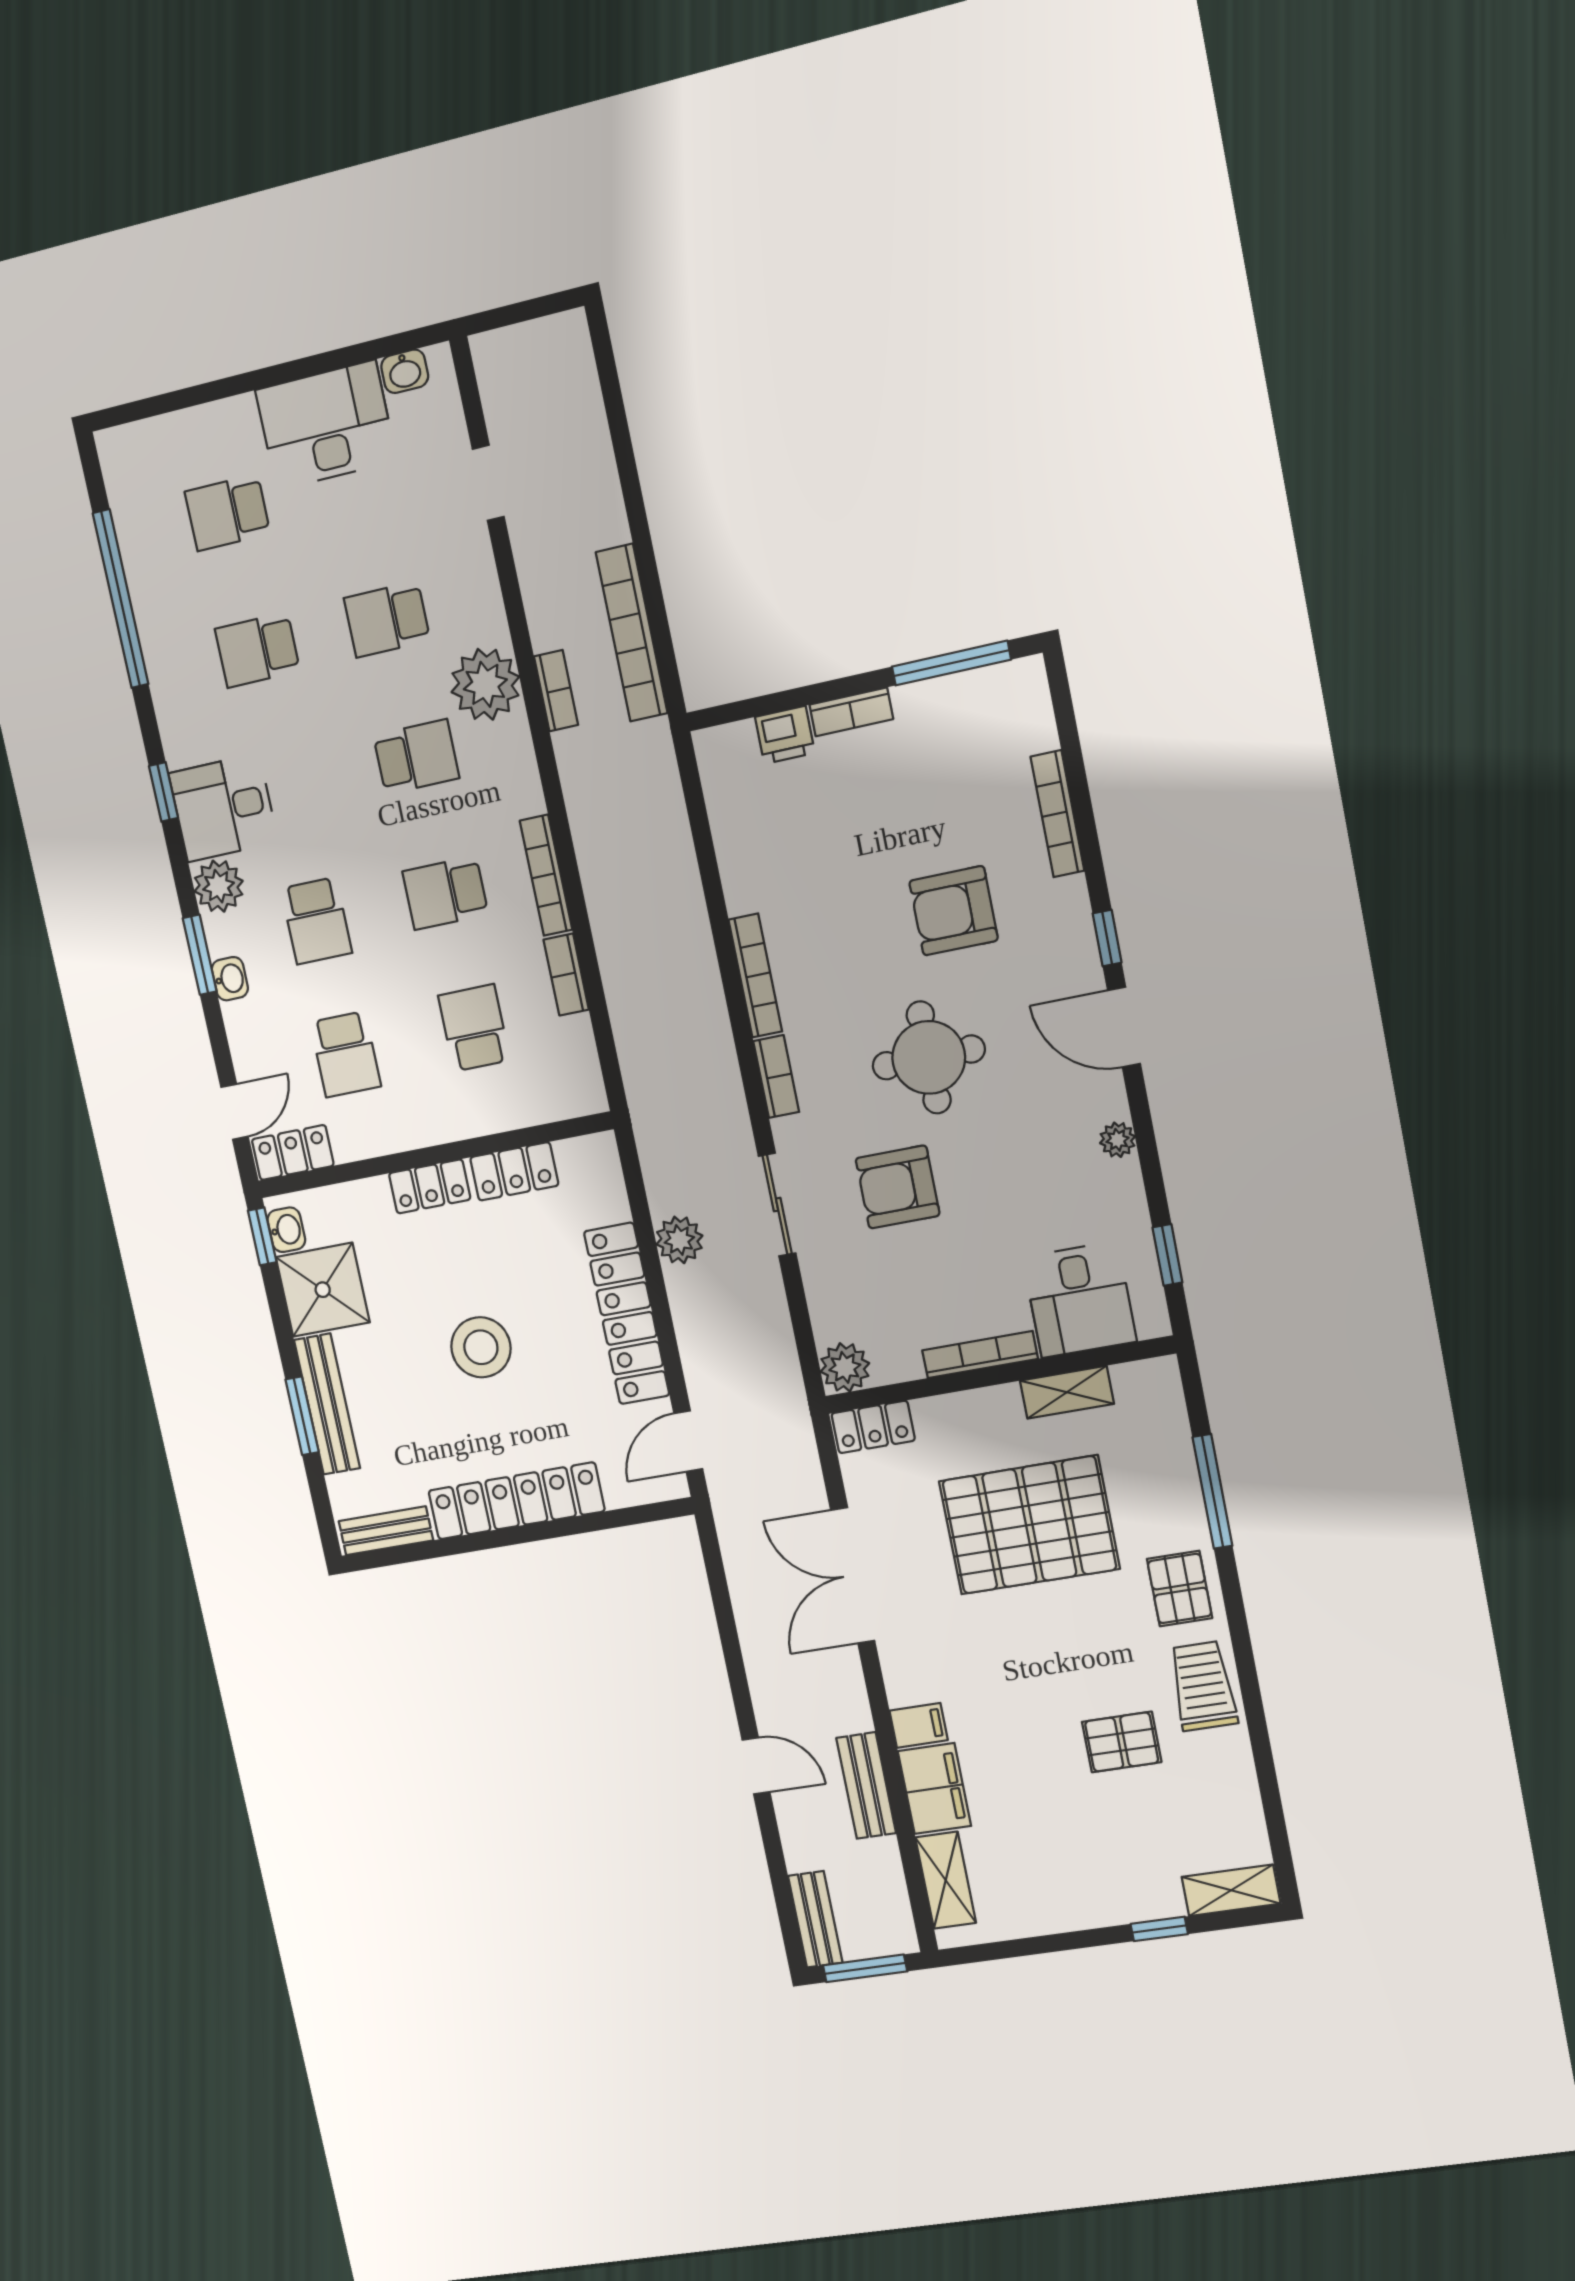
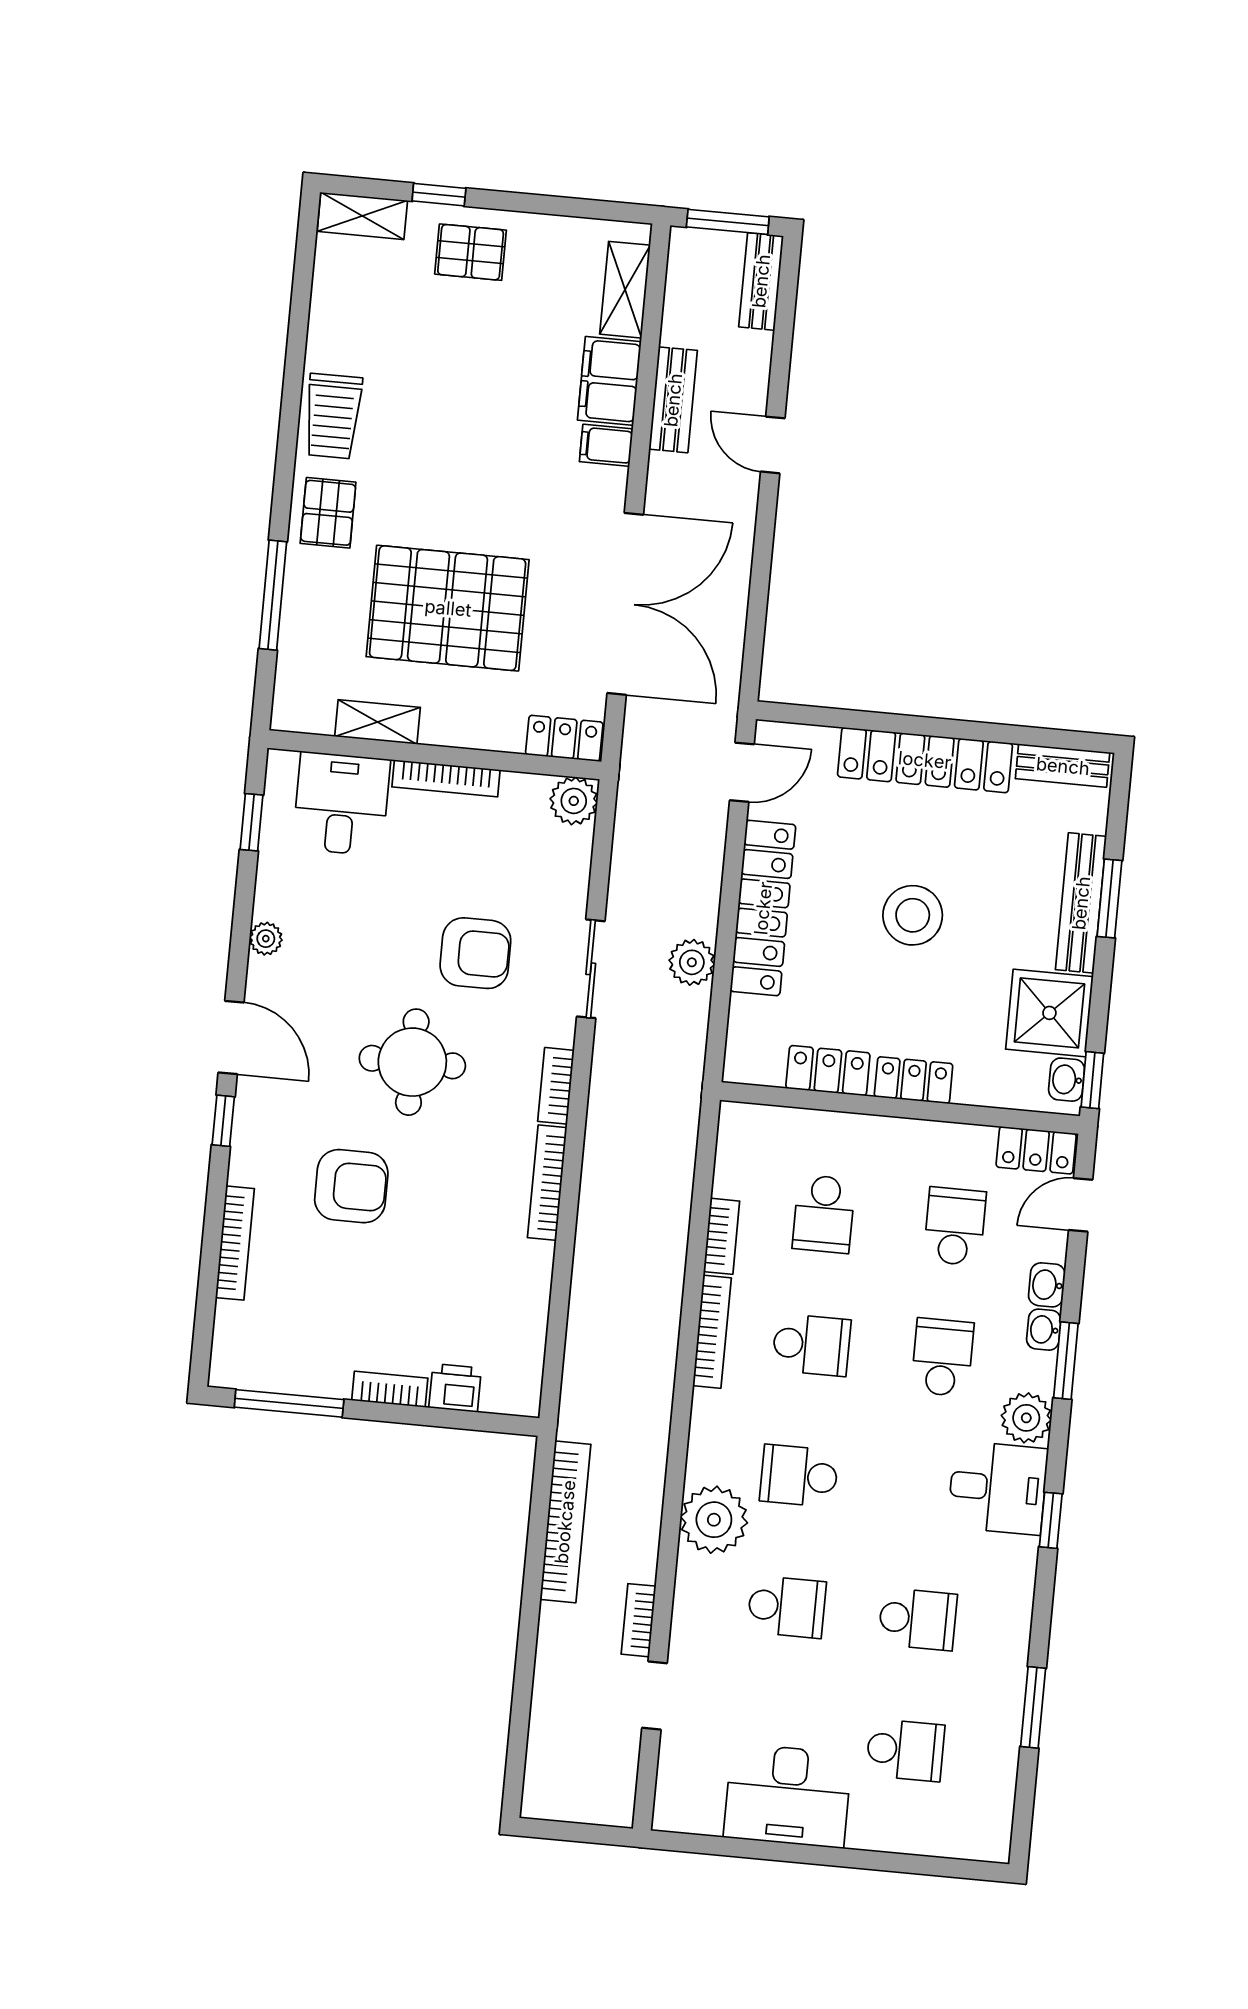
washbasin: (405, 371) -> (1047, 1285), moved, turned -90
window: (121, 599) -> (1033, 1707), width x0.47
bookcase: (556, 691) -> (639, 1620), moved
double door: (853, 1575) -> (625, 604), width x1.36
pallet: (1122, 1742) -> (471, 252), moved

